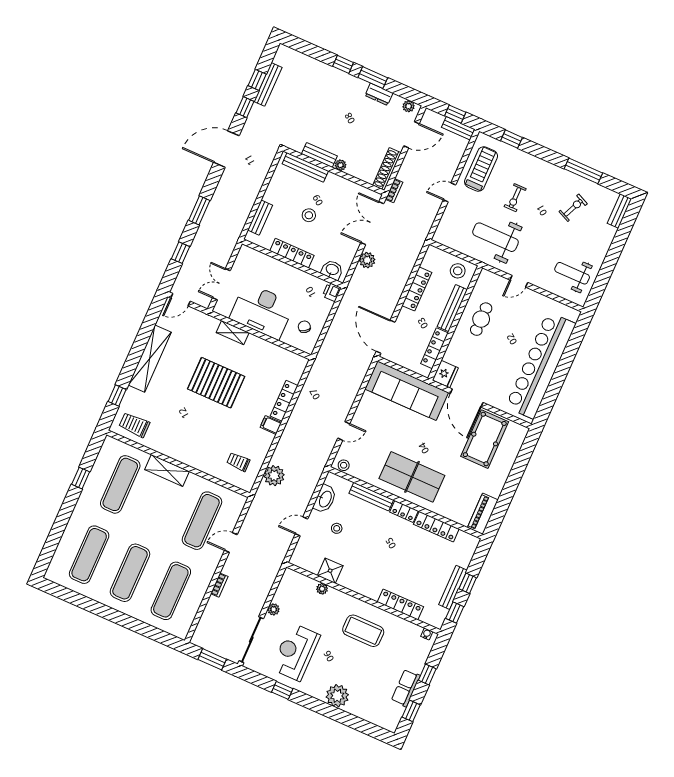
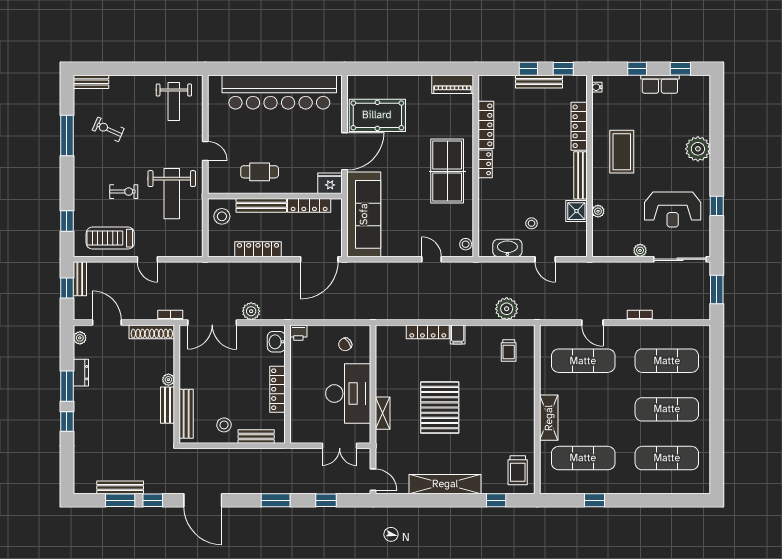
window: (257, 80) -> (120, 500), width x1.50
stool: (309, 215) -> (224, 425), moved
bench: (371, 497) -> (580, 175), moved

